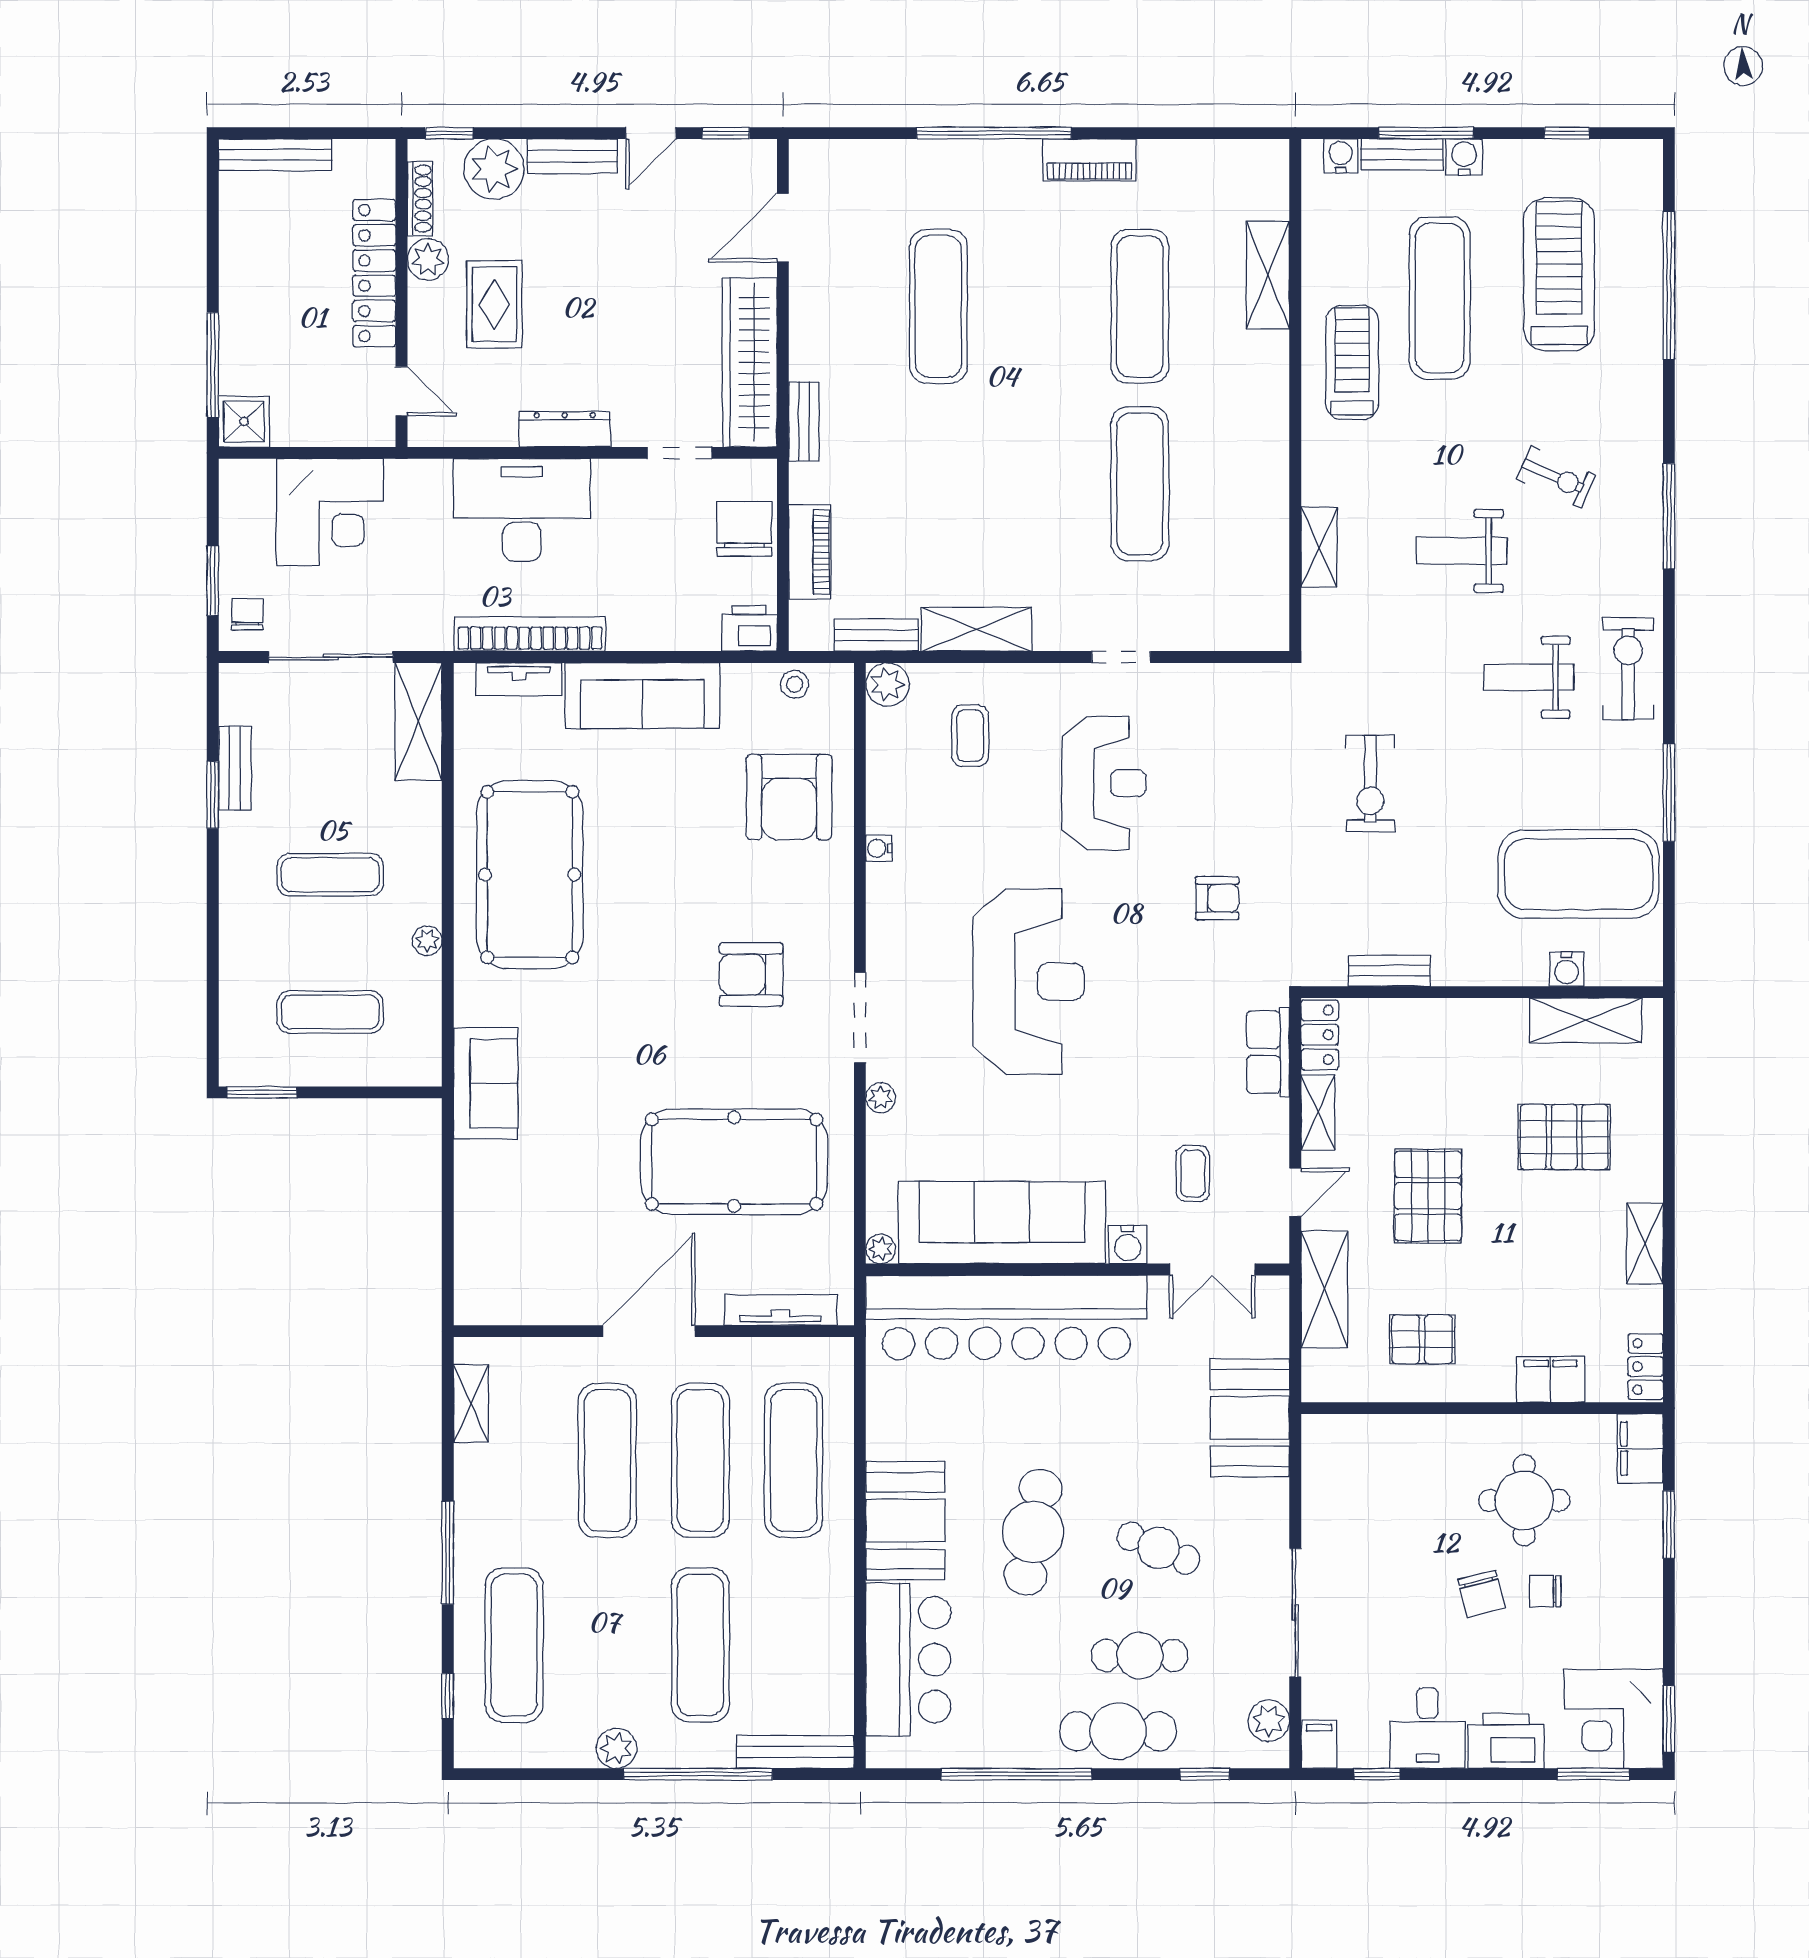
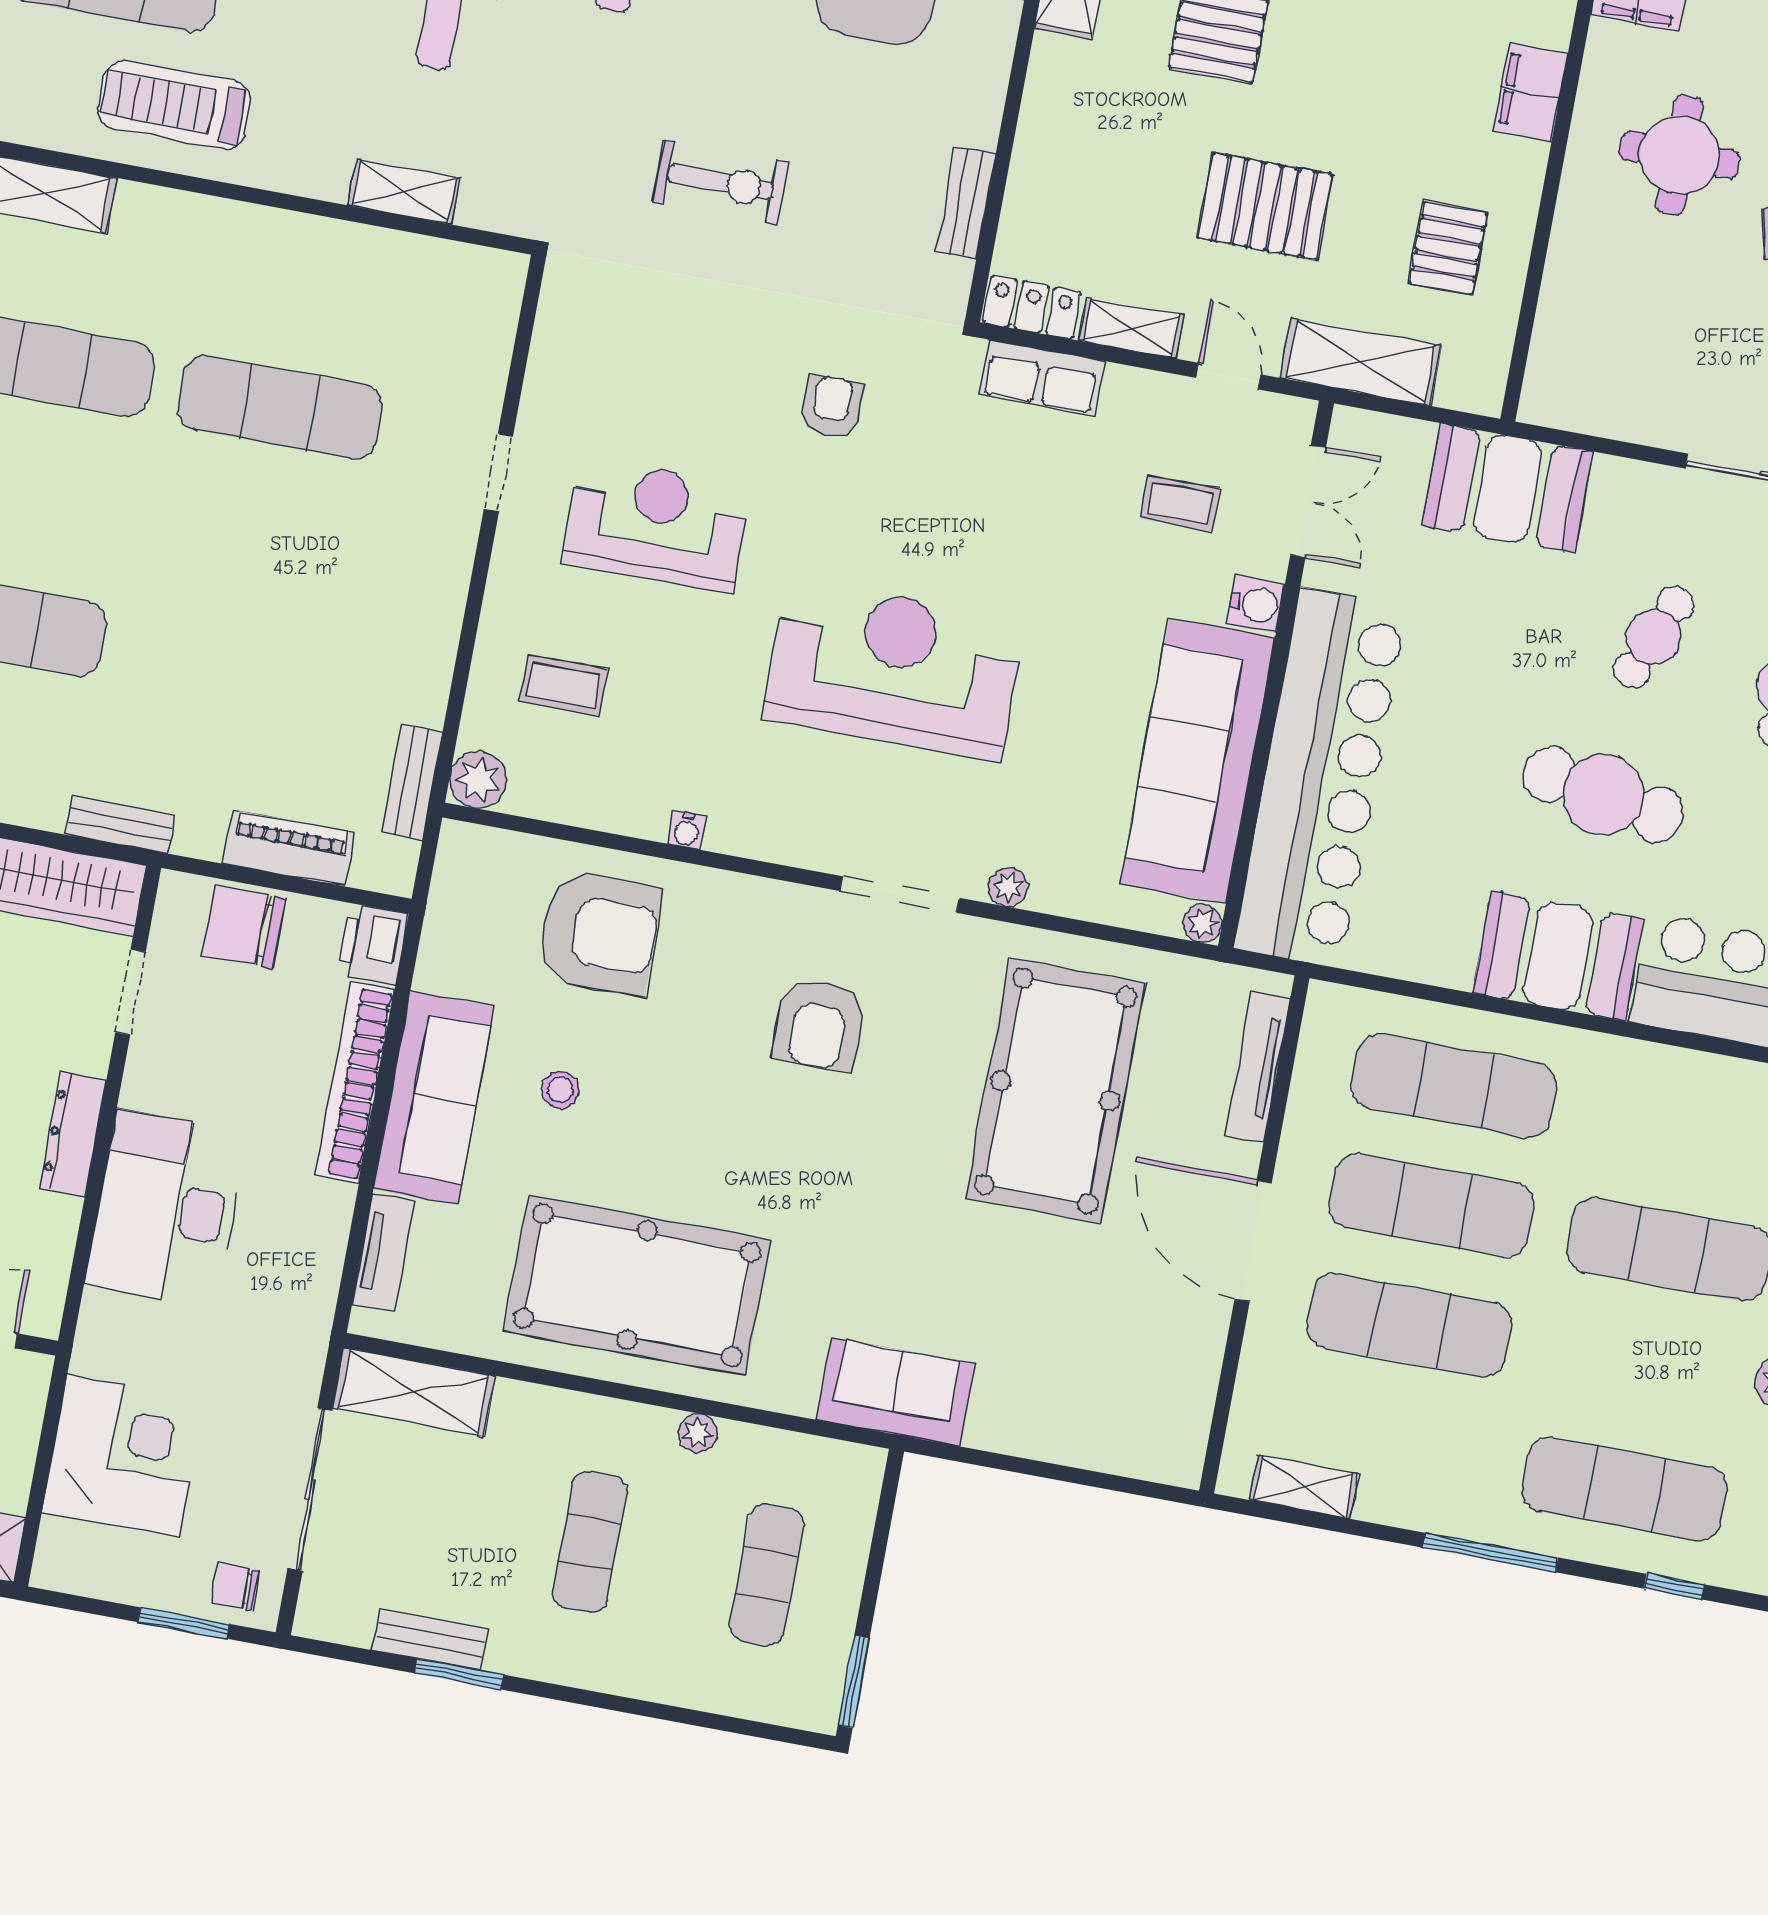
shelving: (976, 629) -> (428, 652), removed
bookcase: (530, 634) -> (355, 1082), moved
stool: (795, 684) -> (560, 1090), moved

